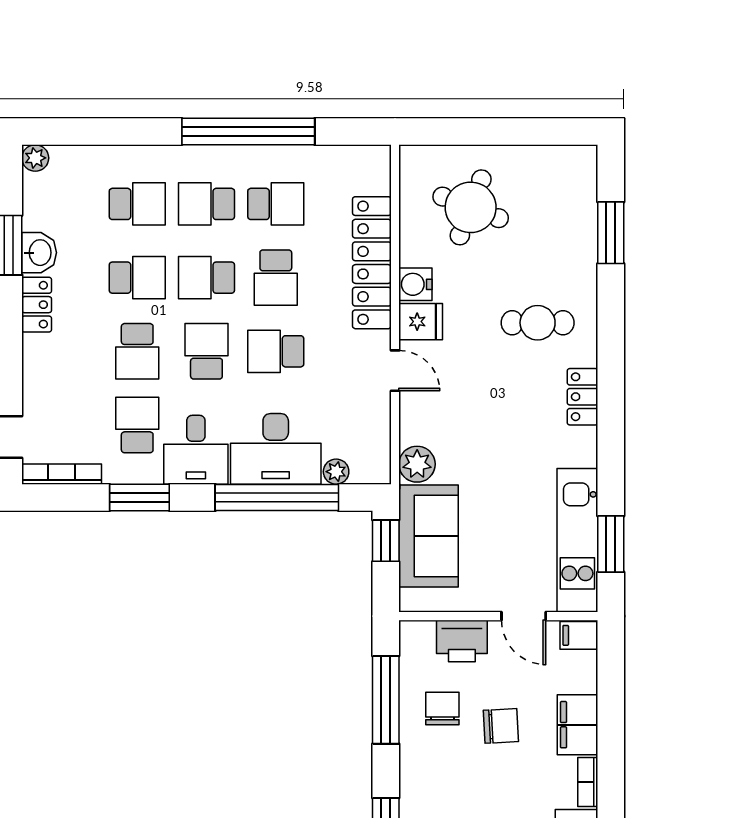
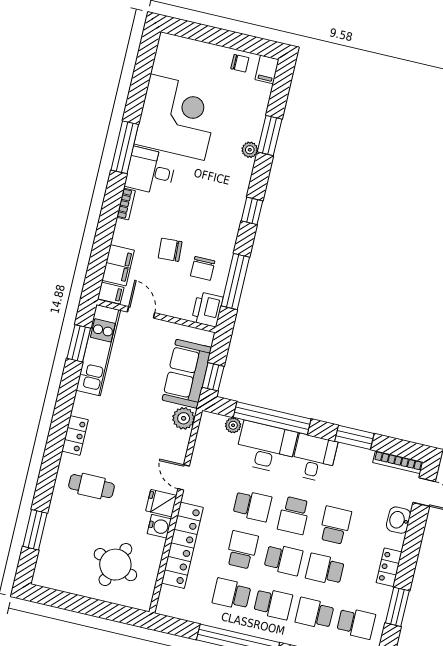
washbasin: (39, 253) -> (398, 520), moved
school desk: (137, 425) -> (356, 623), moved, turned -90
printer: (462, 641) -> (207, 309), moved, turned -90
filing cabinet: (578, 725) -> (118, 265), moved

